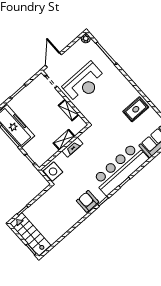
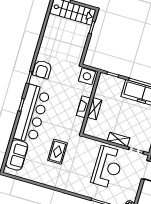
reception desk: (84, 83) -> (108, 167), turned 180
rug: (136, 109) -> (57, 152), moved
shelving: (69, 110) -> (119, 140), moved
armchair: (88, 201) -> (42, 69), turned 90

